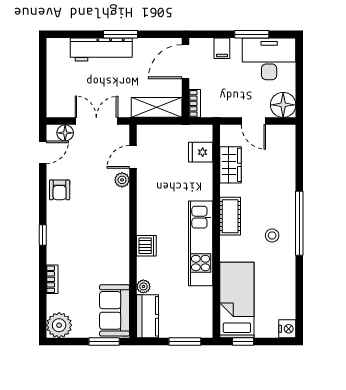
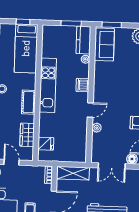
door: (133, 157) -> (90, 110), moved
window: (185, 342) -> (71, 23), moved

